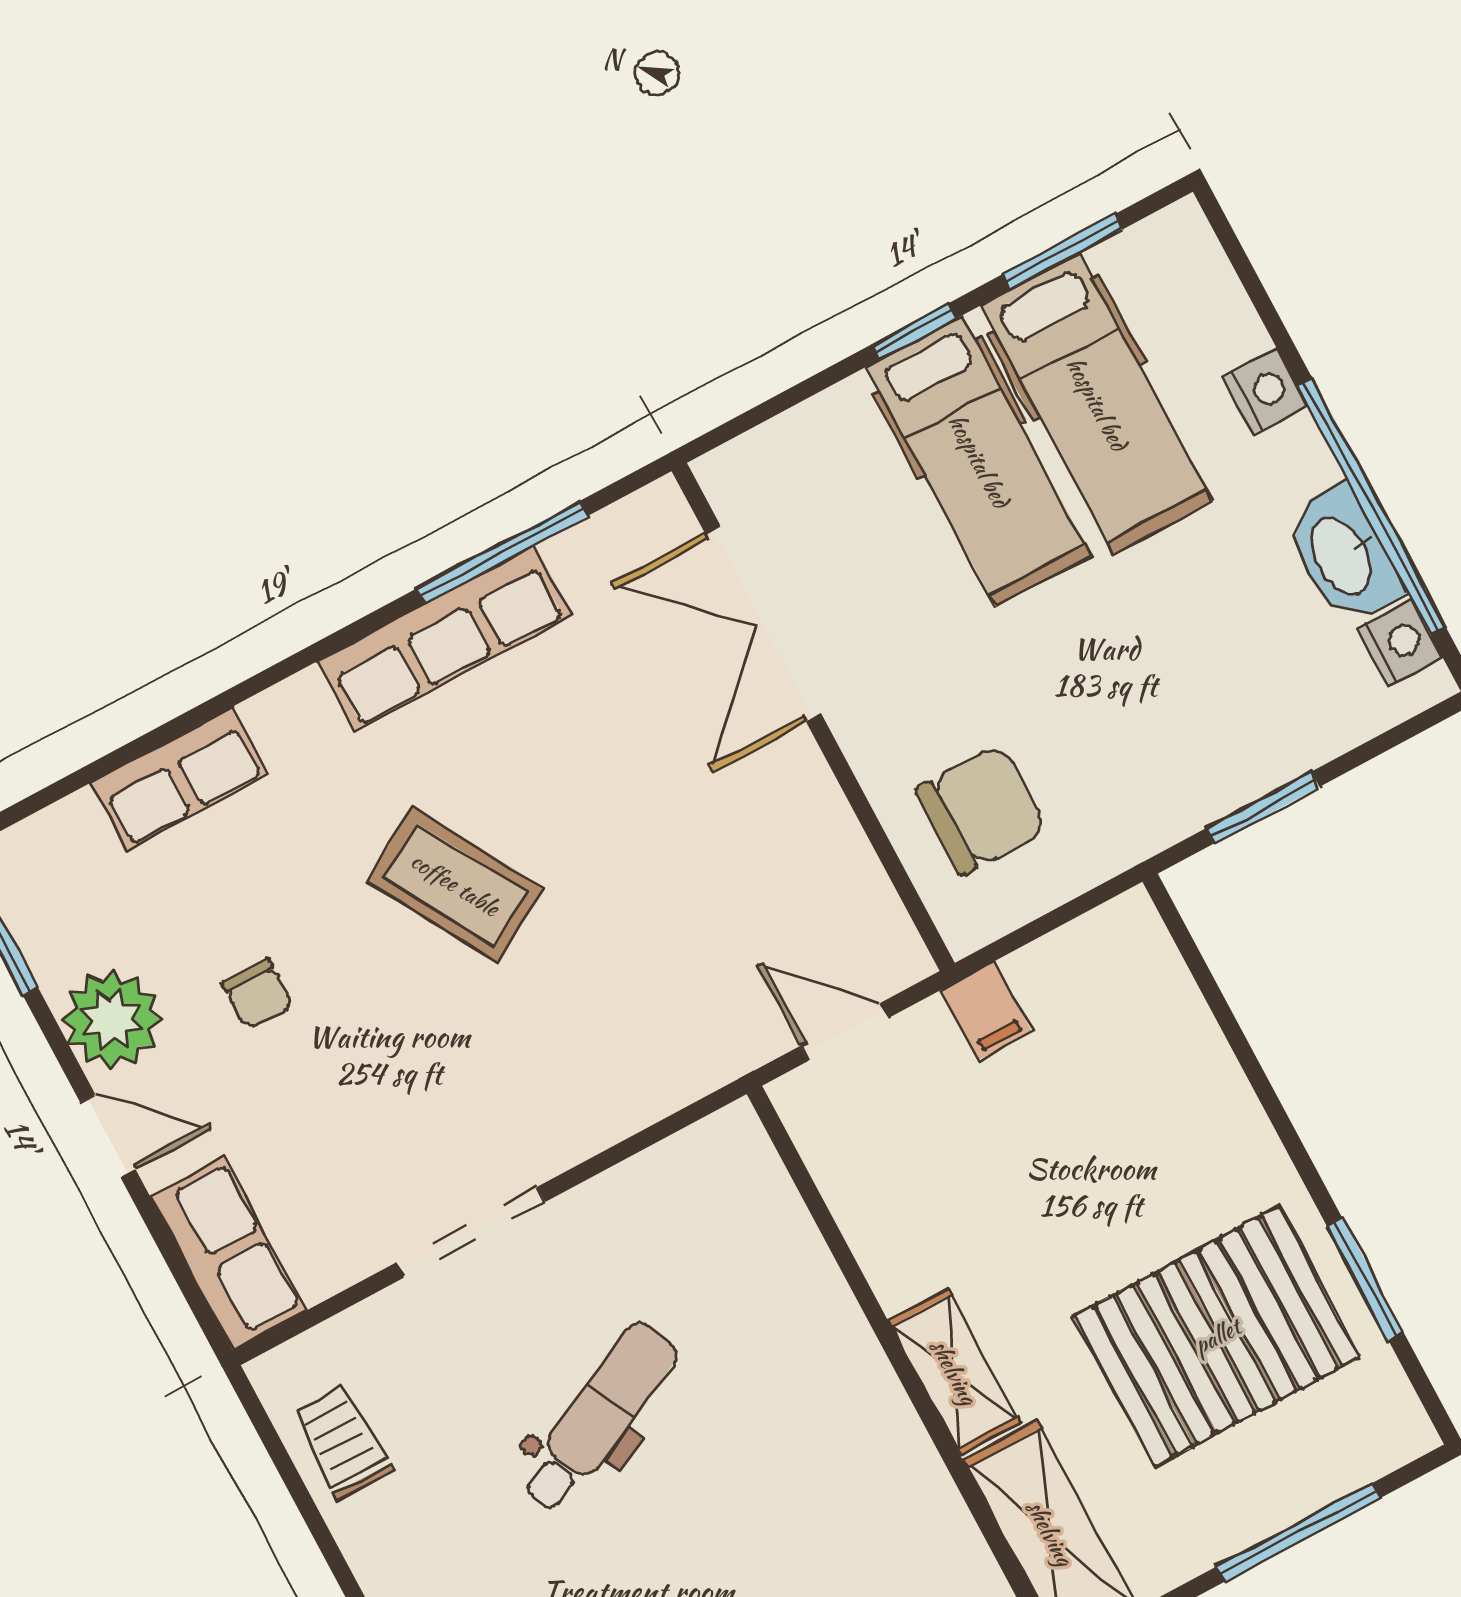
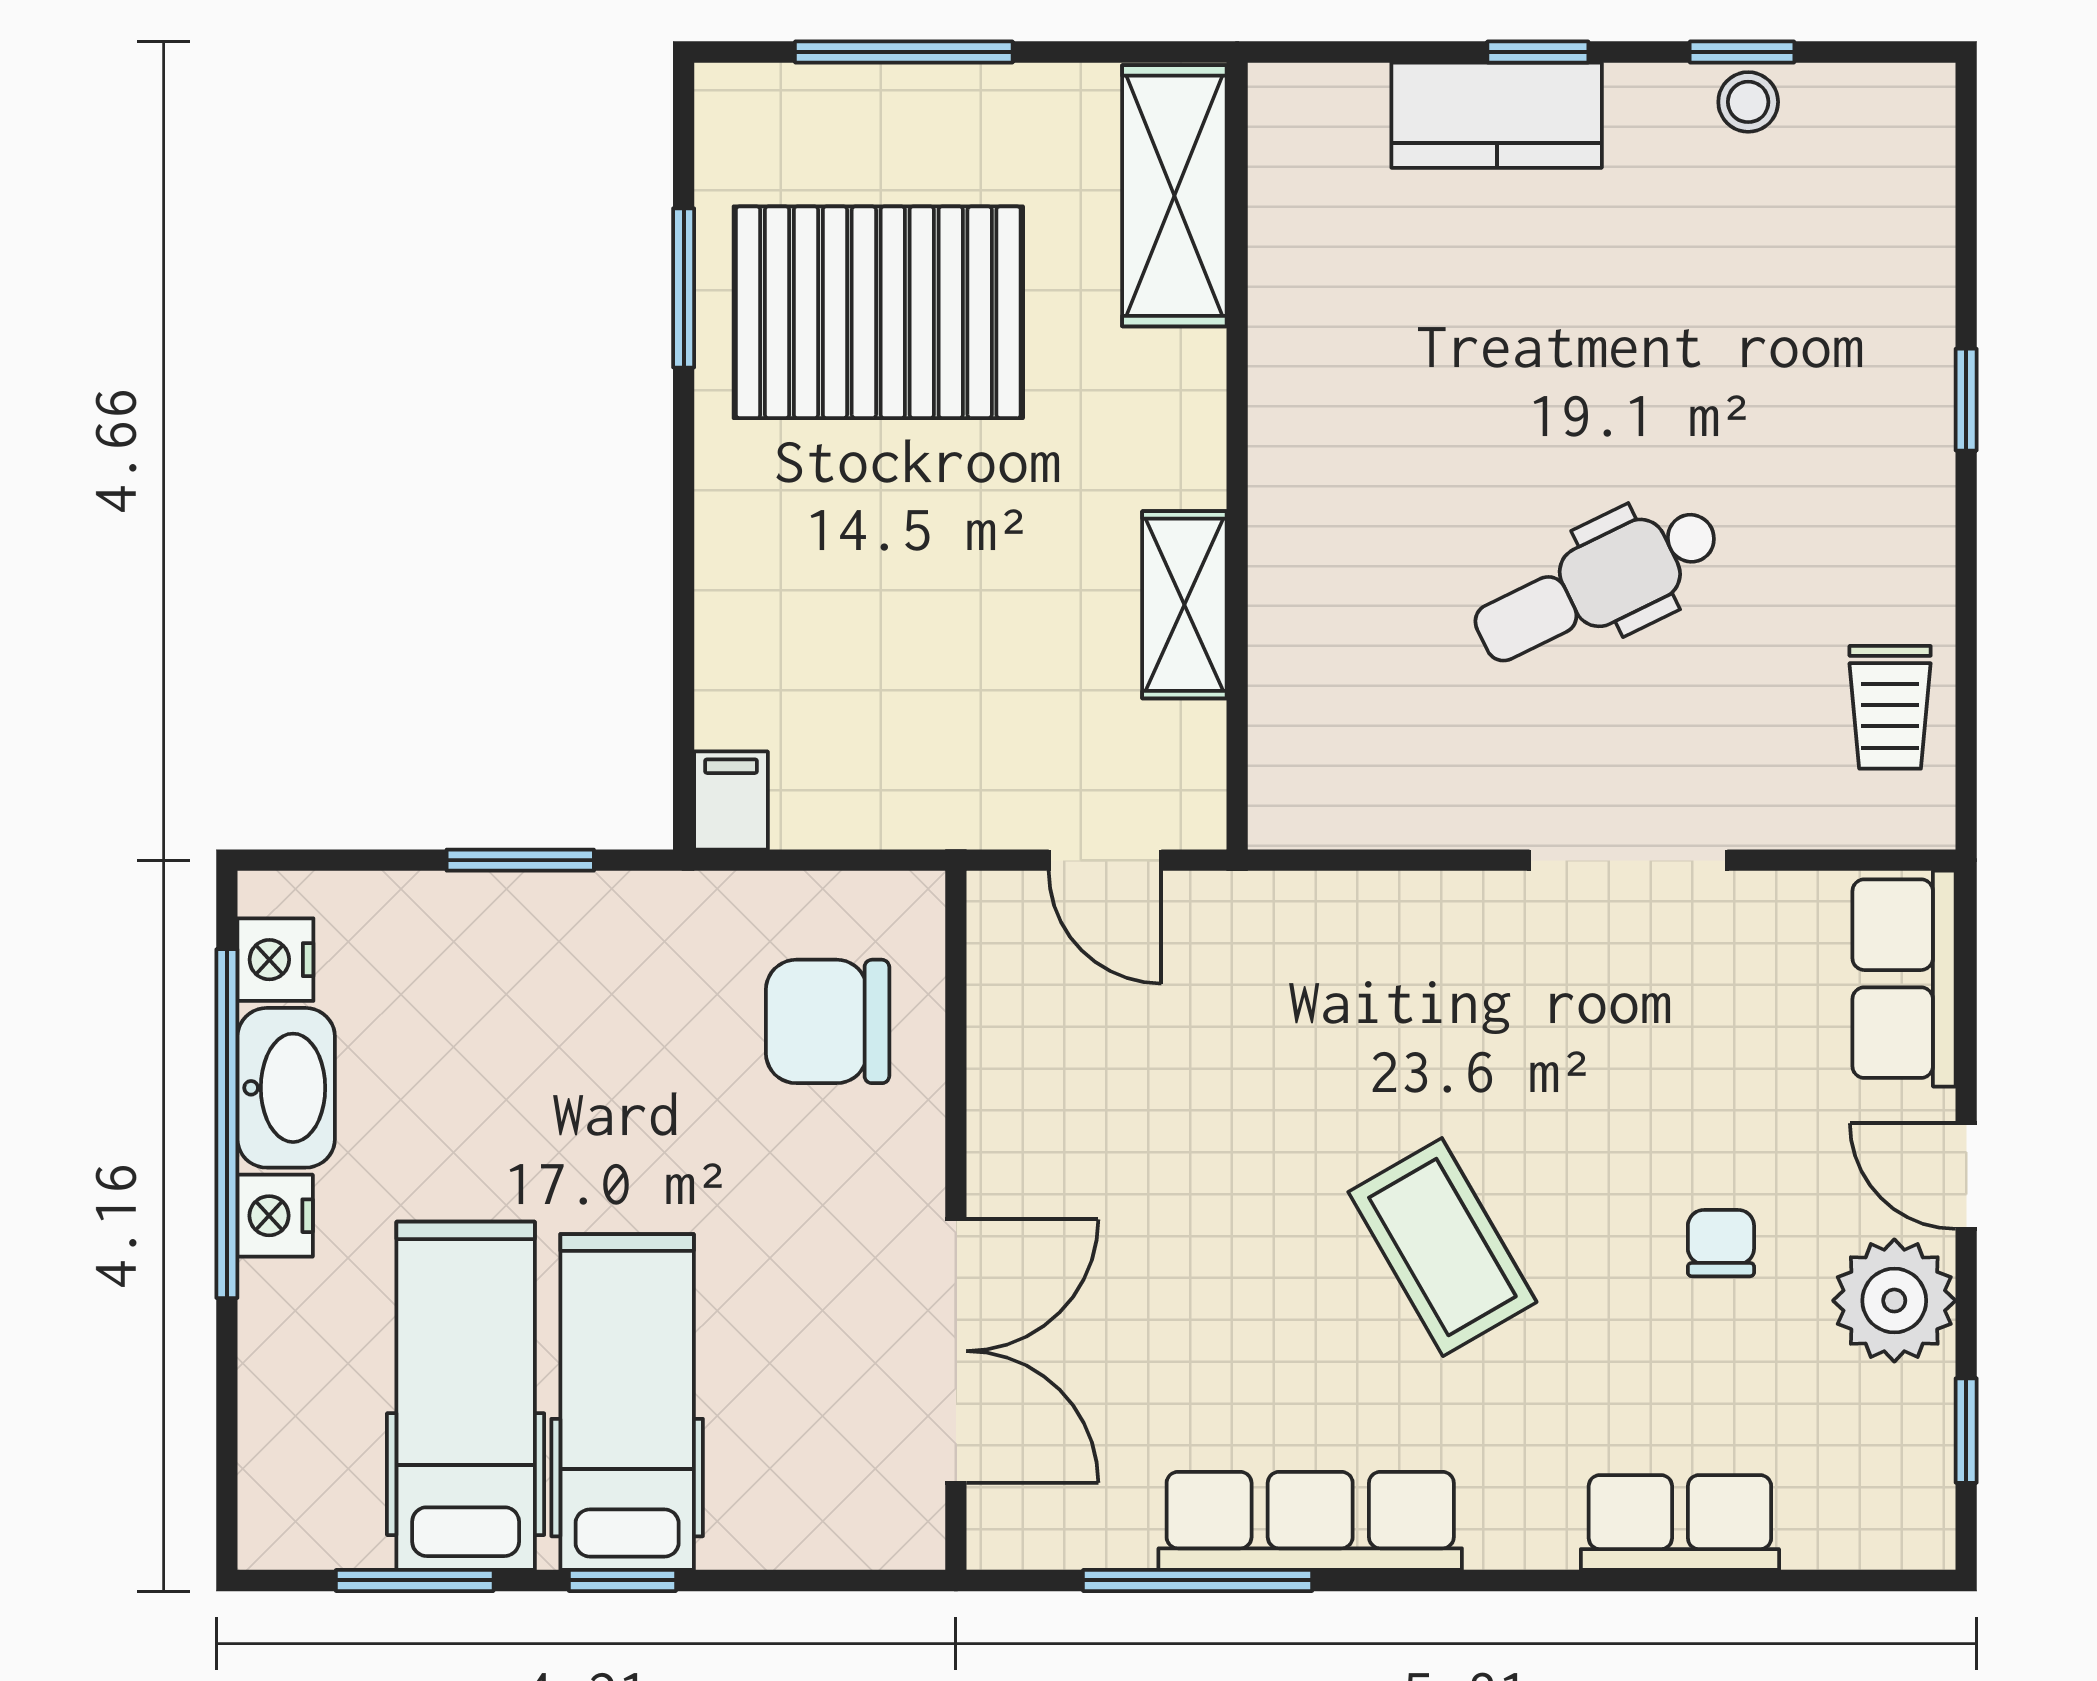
nightstand: (1265, 391) -> (275, 1216), moved
filing cabinet: (986, 1011) -> (731, 801), moved
shelving: (954, 1372) -> (1184, 605), moved

